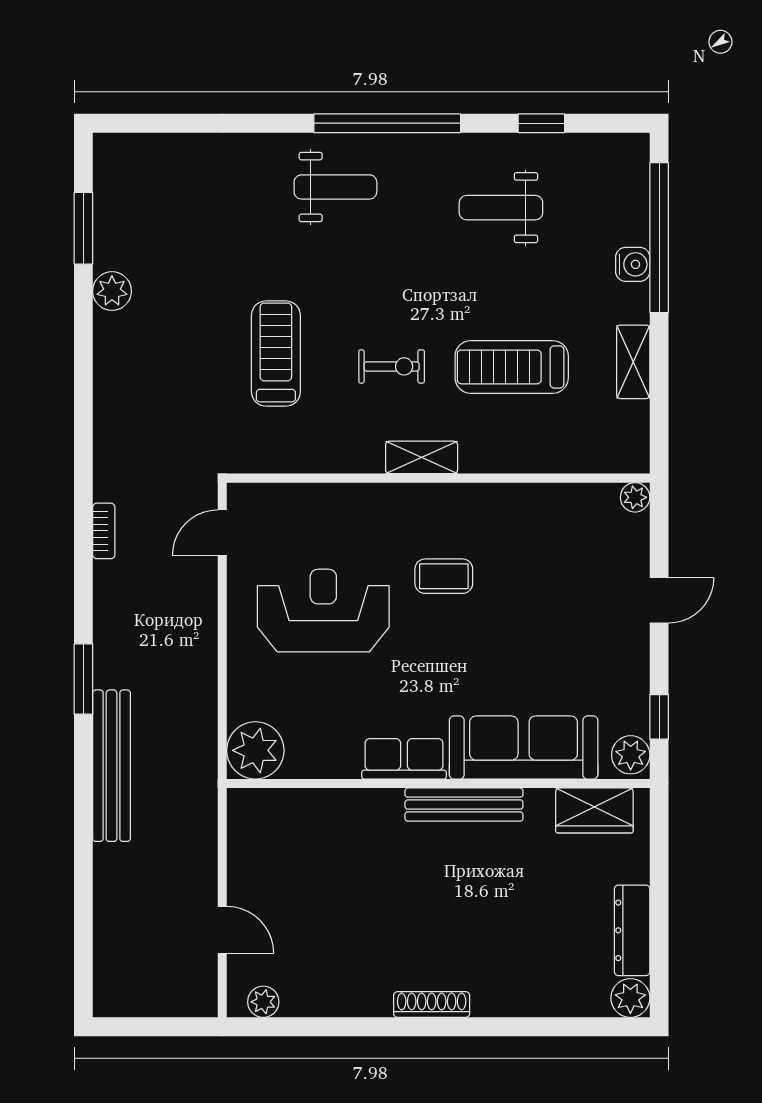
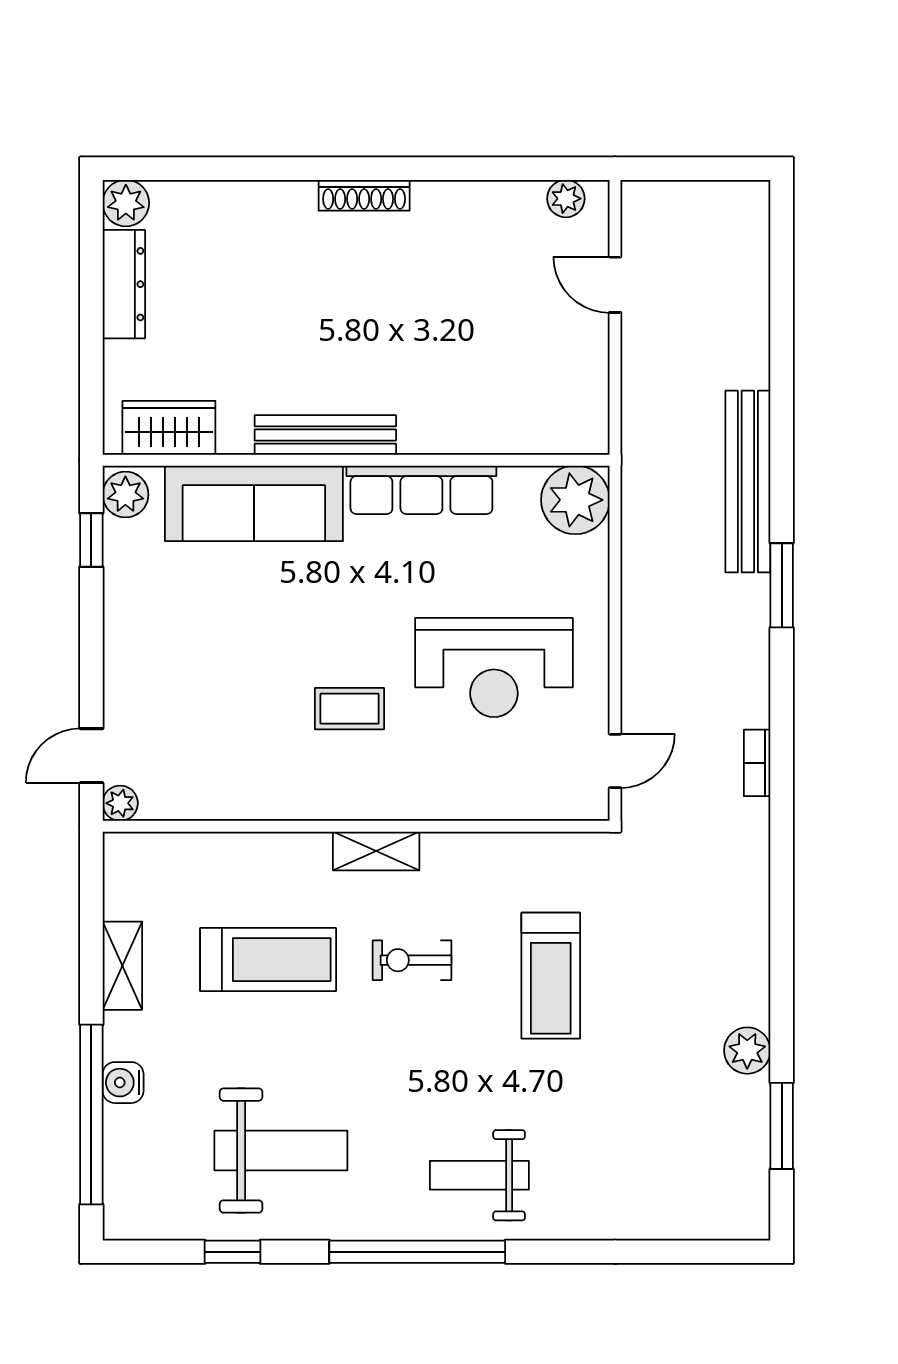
weight bench: (501, 208) -> (281, 1151), width x1.36, depth x1.33
door: (659, 600) -> (91, 756), moved
row of seats: (404, 759) -> (421, 490), width x1.48

